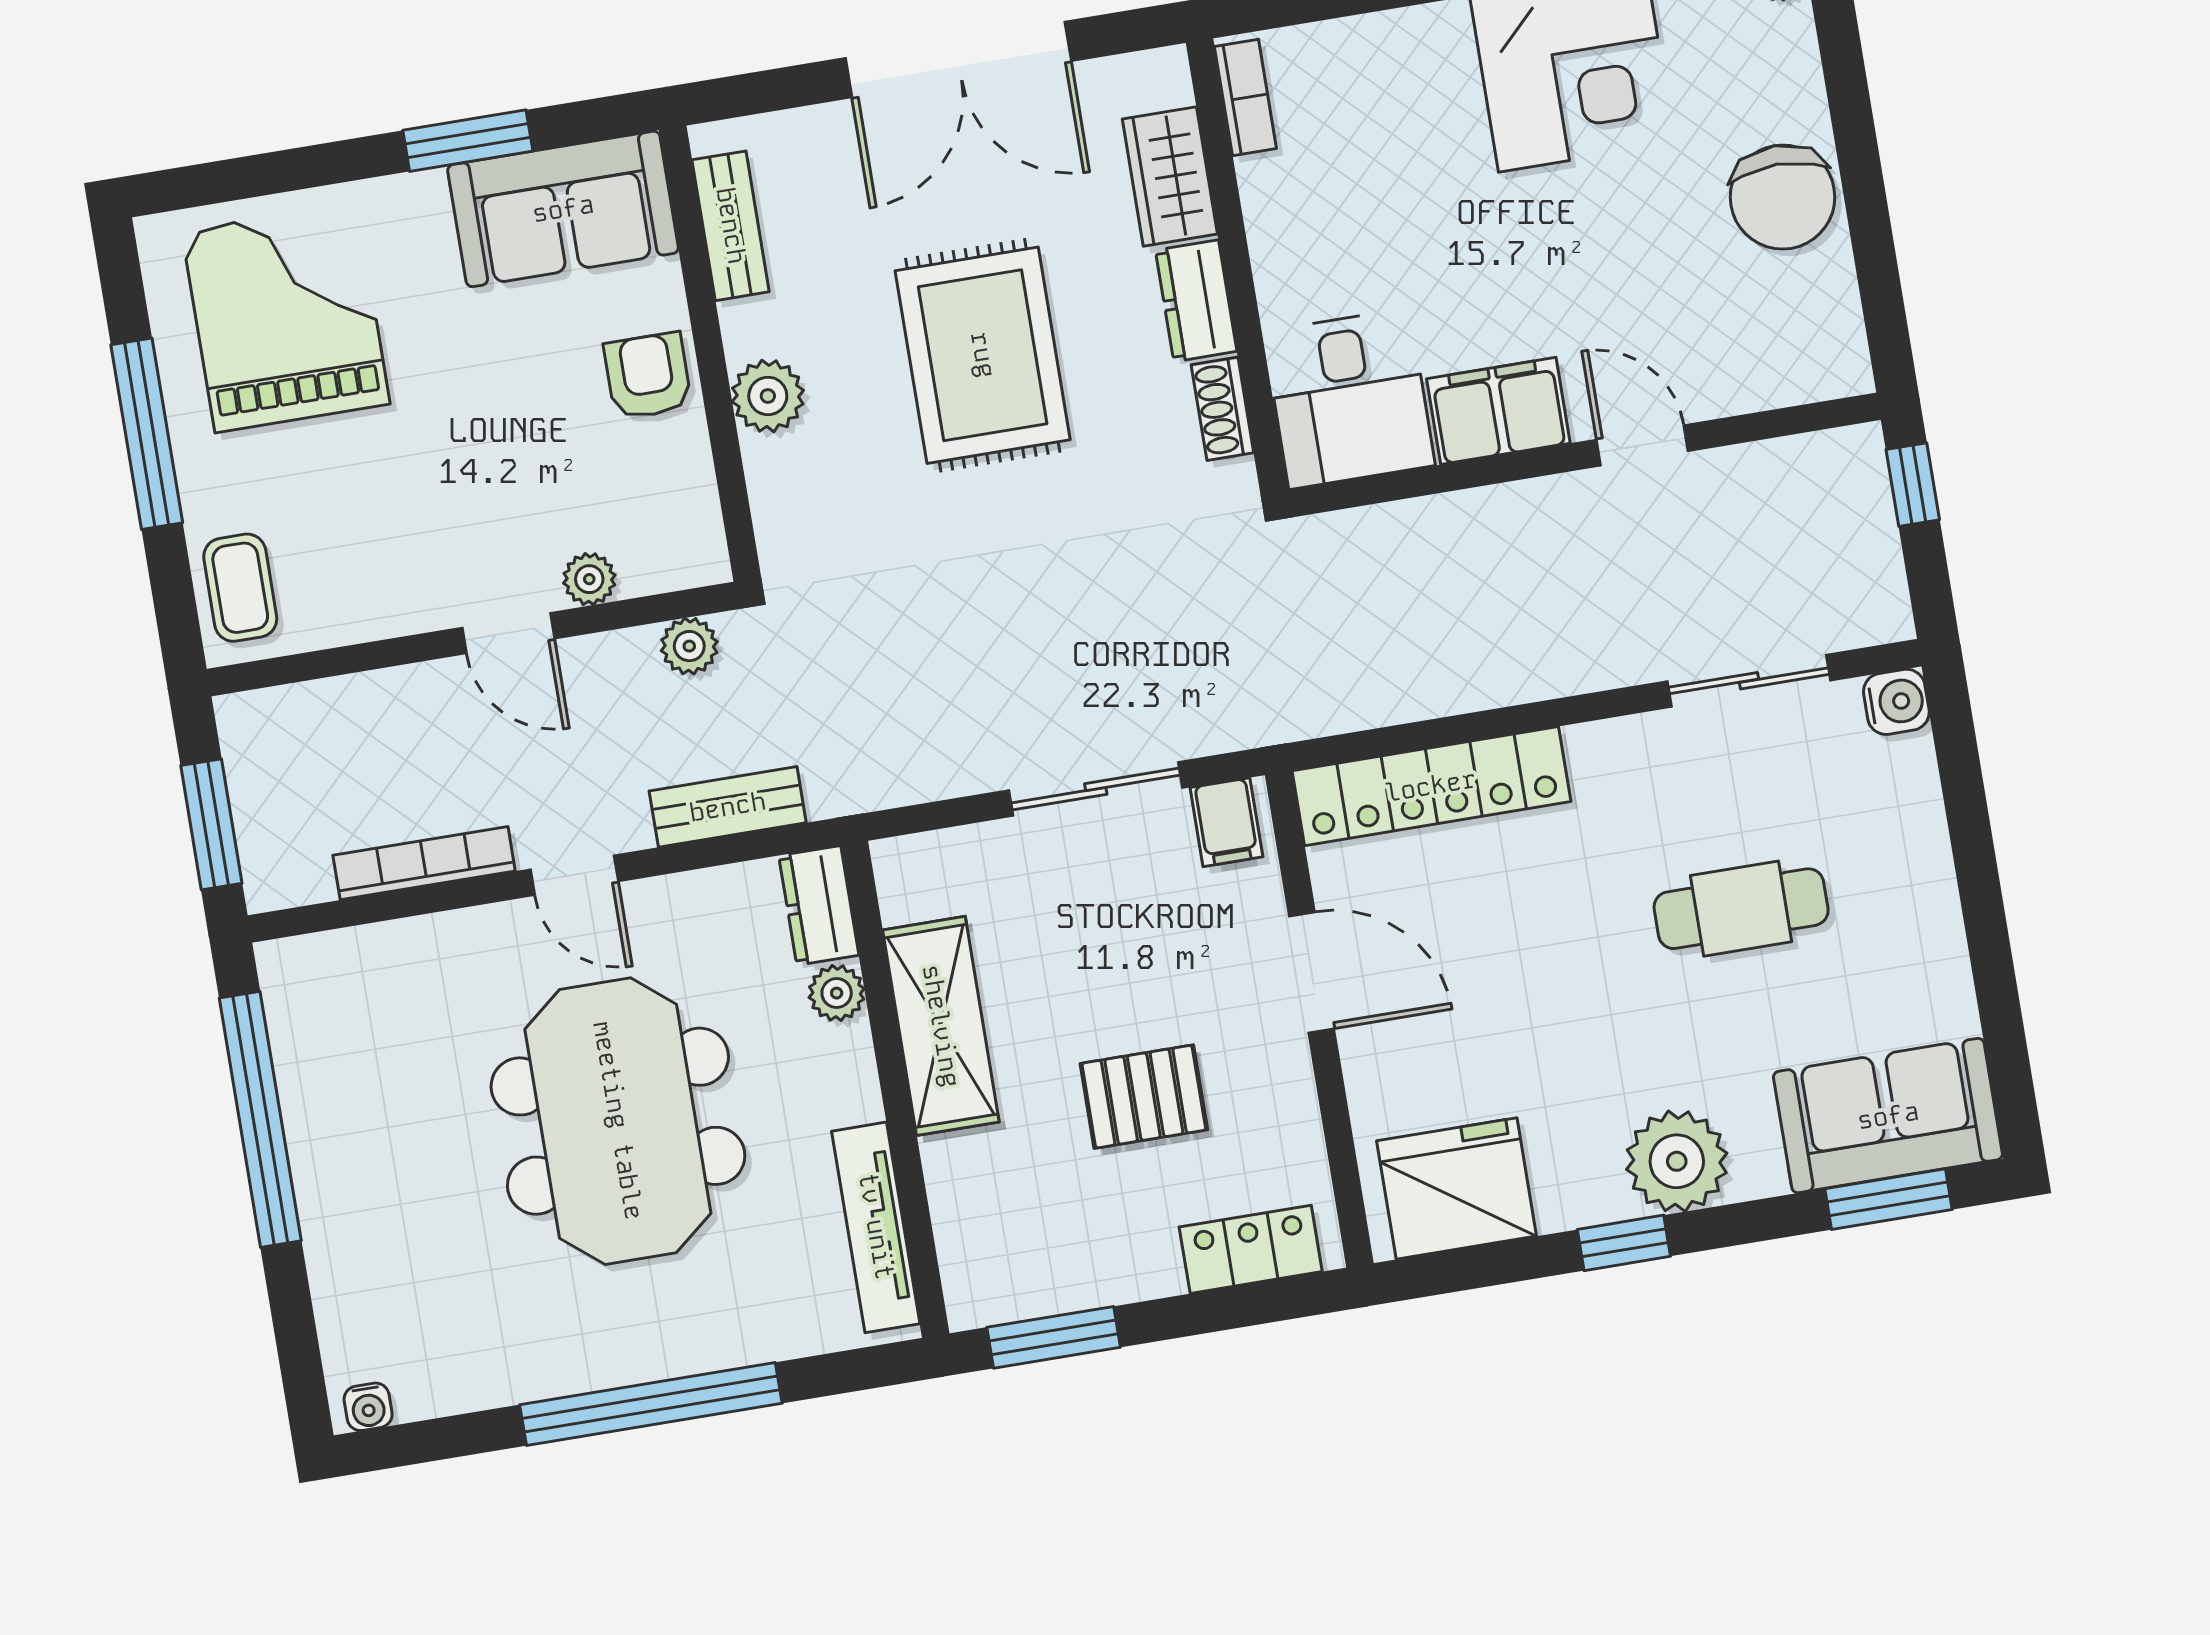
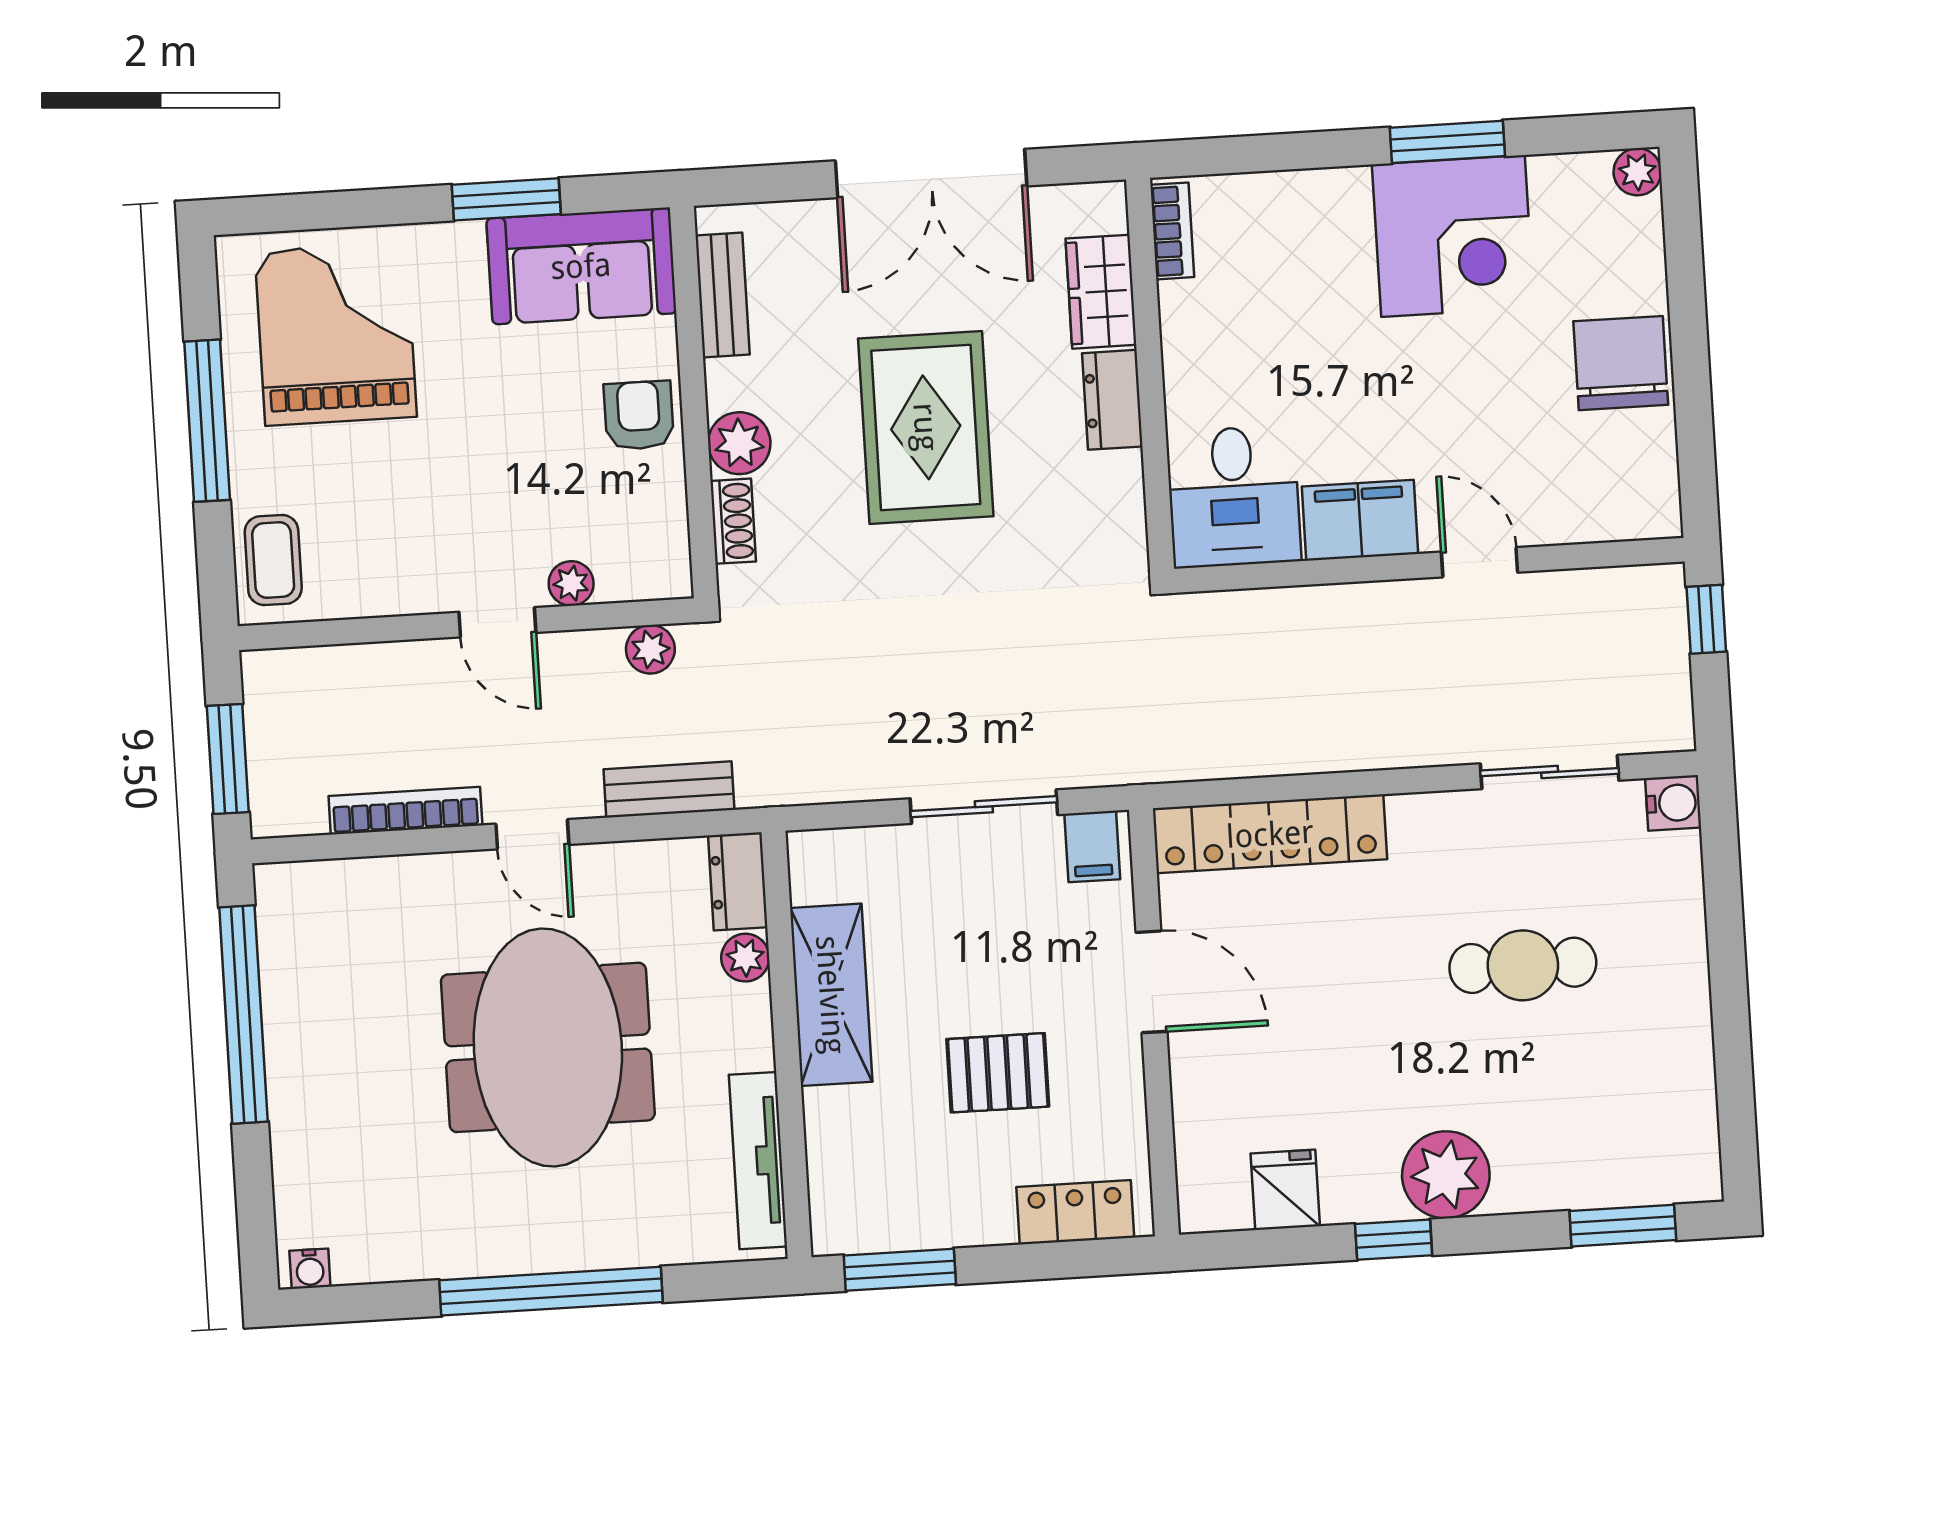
chair: (1783, 197) -> (1621, 363), turned 180
shoe rack: (1222, 409) -> (733, 521), moved, turned 180
sofa: (1888, 1116) -> (1630, 1154), removed
fridge: (1457, 1188) -> (1285, 1190), width x0.53, depth x0.75

